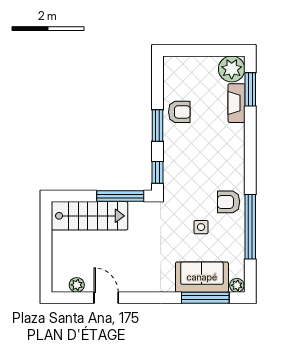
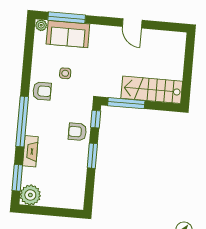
fireplace: (237, 103) -> (30, 151), moved
armchair: (179, 112) -> (77, 132), moved
window: (250, 227) -> (22, 122), moved
plant: (77, 285) -> (166, 37), removed
door: (106, 298) -> (132, 23), moved

